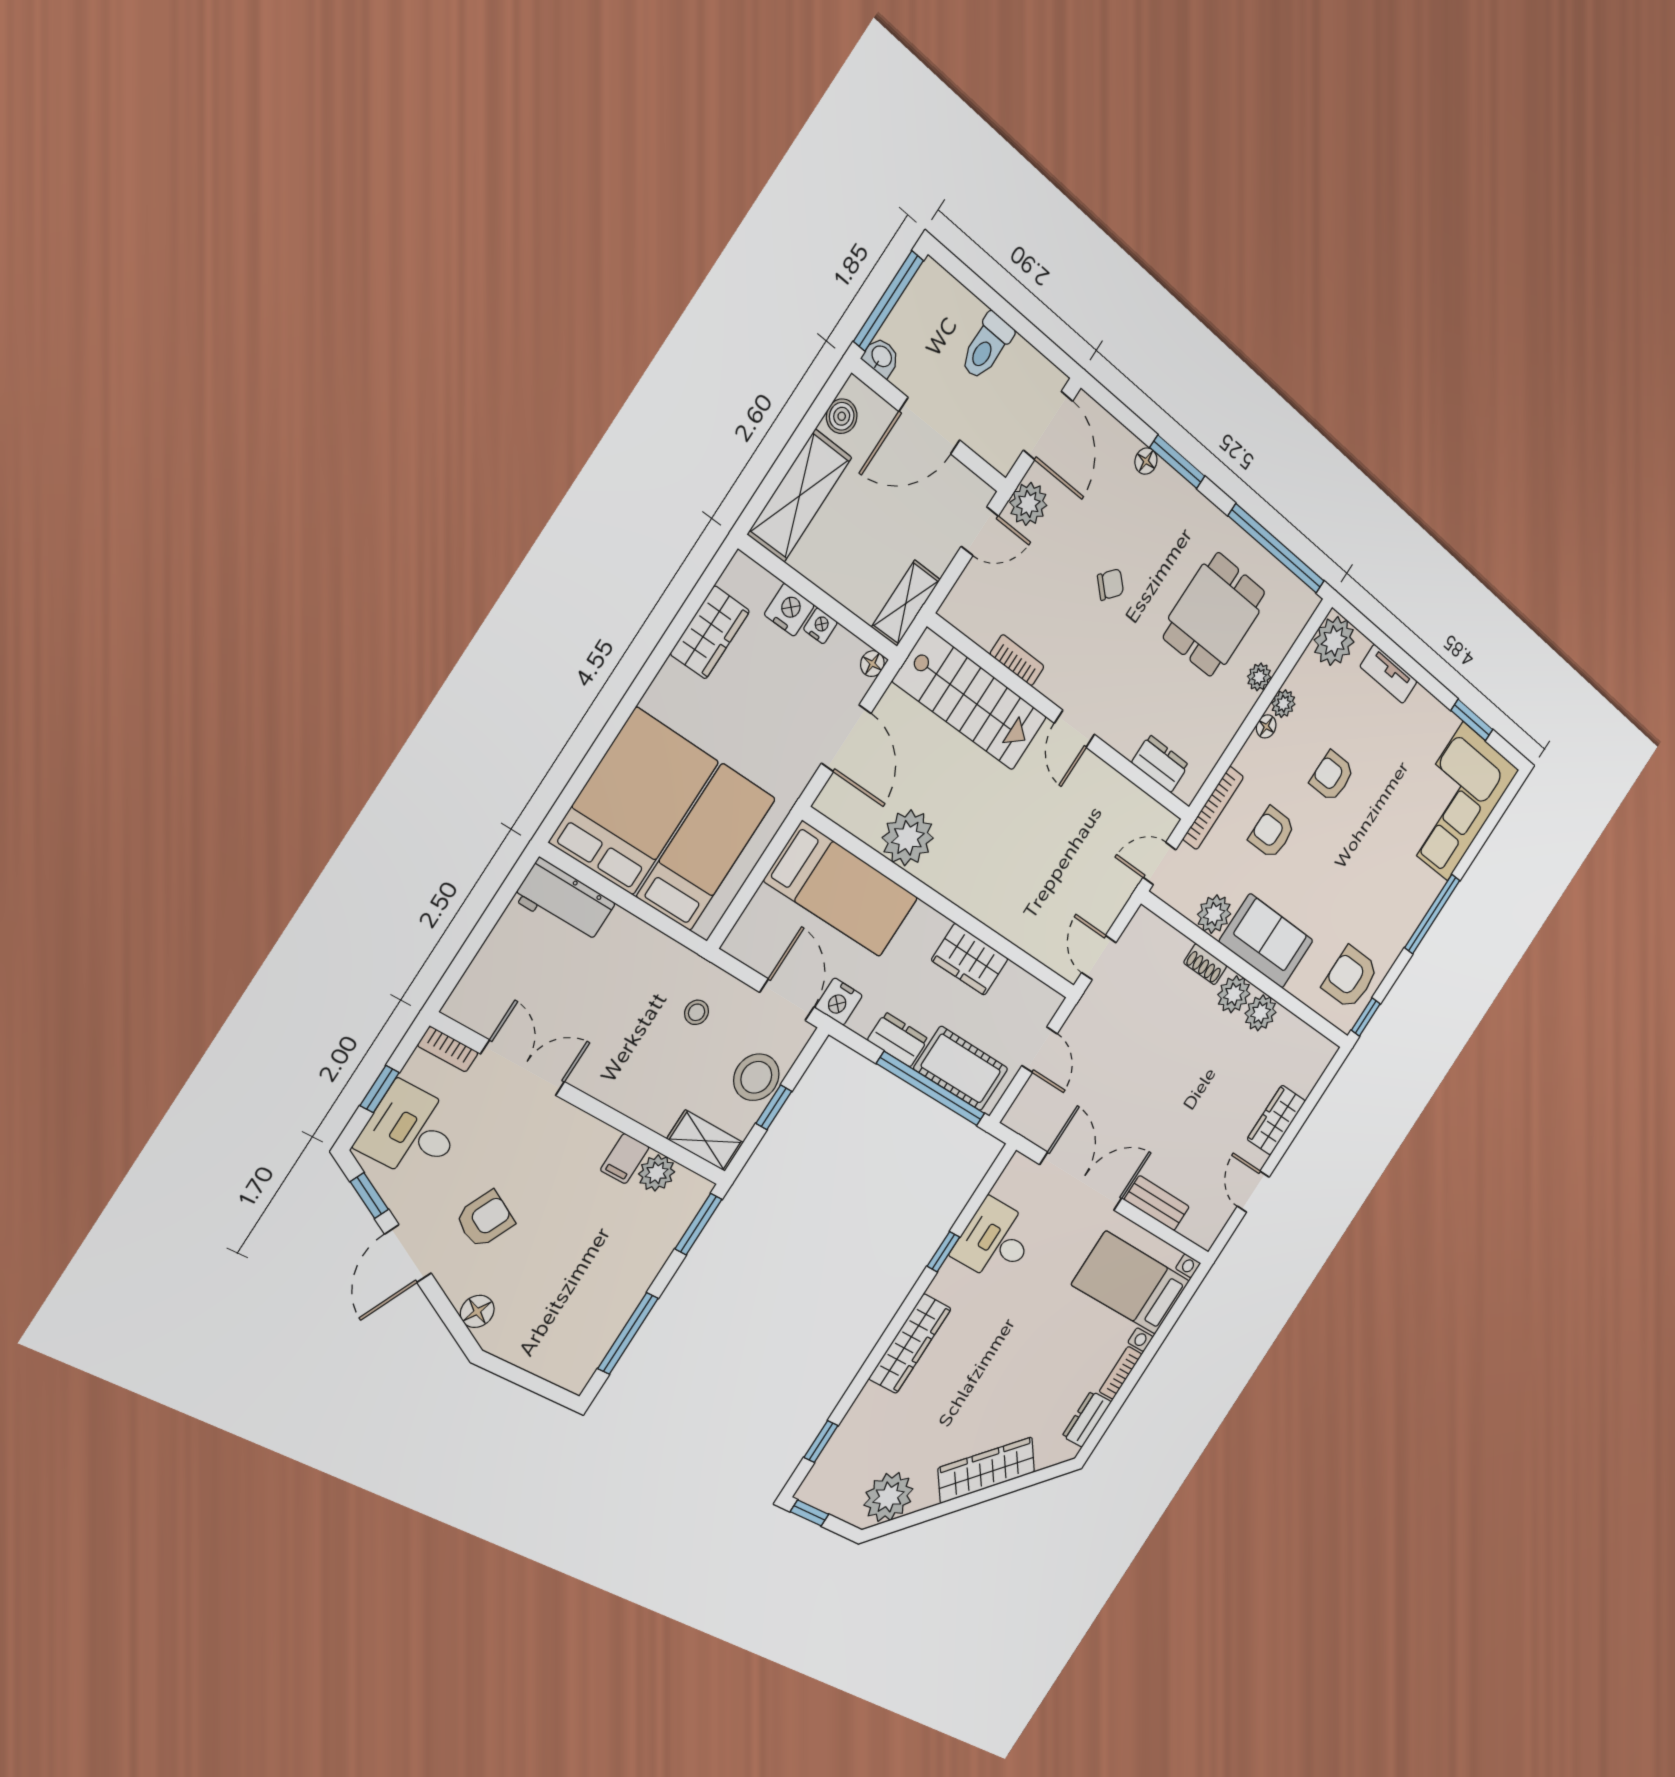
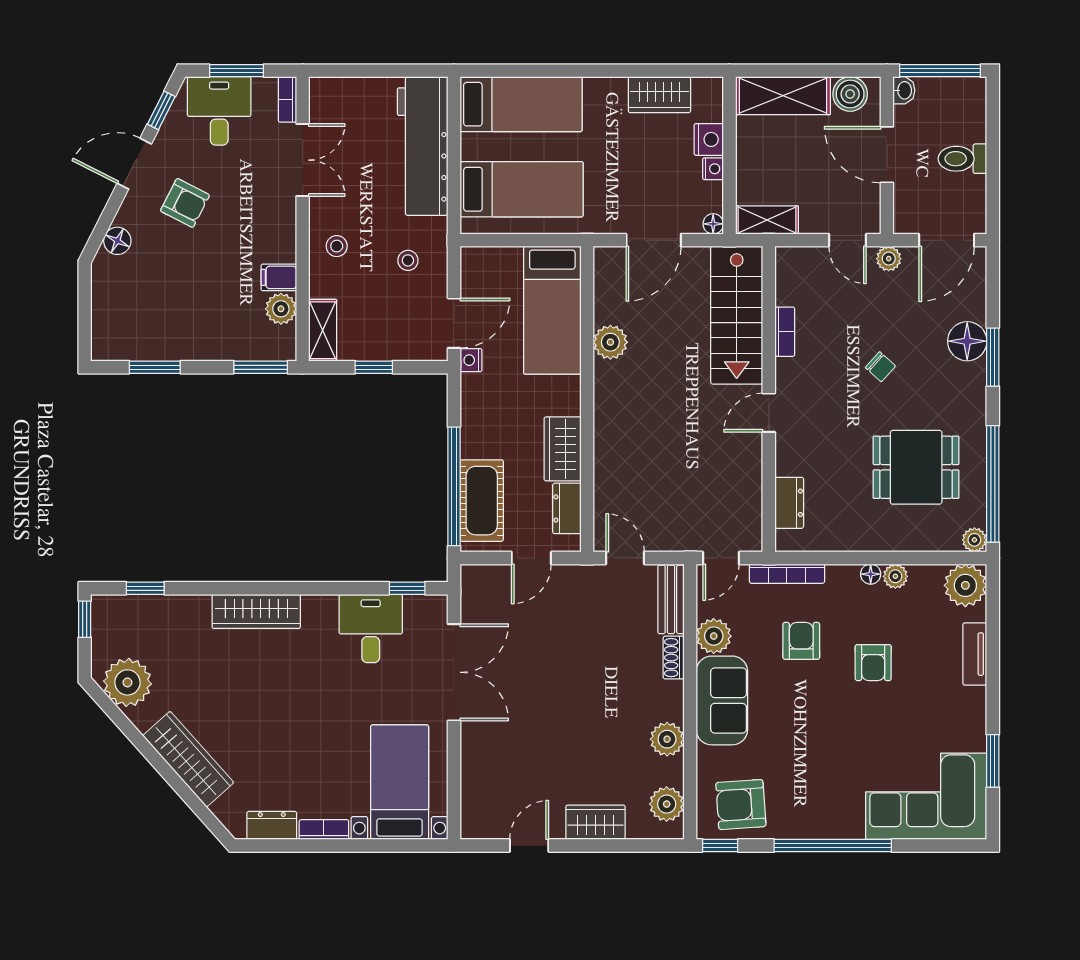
boiler: (842, 416) -> (850, 94), width x1.36, depth x1.36
floor lamp: (1146, 461) -> (967, 341), width x1.89, depth x1.89
plant: (1028, 504) -> (889, 259), width x0.73, depth x0.73
plant: (1259, 677) -> (974, 540), moved
armchair: (1332, 776) -> (873, 663), turned 180
bed: (634, 802) -> (521, 104), width x0.67
plant: (908, 838) -> (610, 342), width x0.73, depth x0.73
door: (1160, 864) -> (721, 558), swing flipped
workbench: (564, 901) -> (423, 146), width x1.88, depth x1.32
window: (1432, 914) -> (833, 846), width x1.46
door: (1099, 958) -> (625, 558), hinge flipped
armchair: (1350, 977) -> (741, 805), turned -94
plant: (1234, 994) -> (667, 804), moved
nightstand: (839, 1002) -> (471, 360), width x0.72, depth x0.74
dresser: (898, 1040) -> (567, 508), moved, turned 180
stool: (756, 1077) -> (337, 246), moved, width x0.53, depth x0.53
window: (380, 1089) -> (236, 71), width x1.50
bench: (1157, 1203) -> (671, 599), moved
window: (943, 1252) -> (407, 588), moved
window: (628, 1333) -> (155, 367), width x0.69

